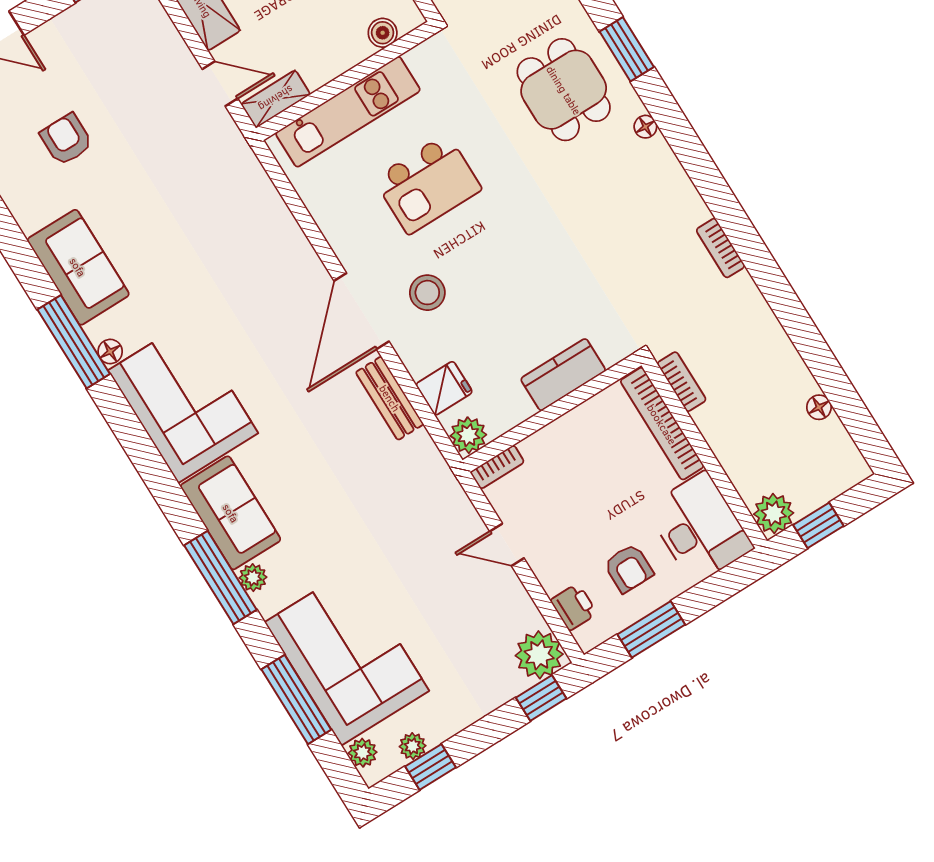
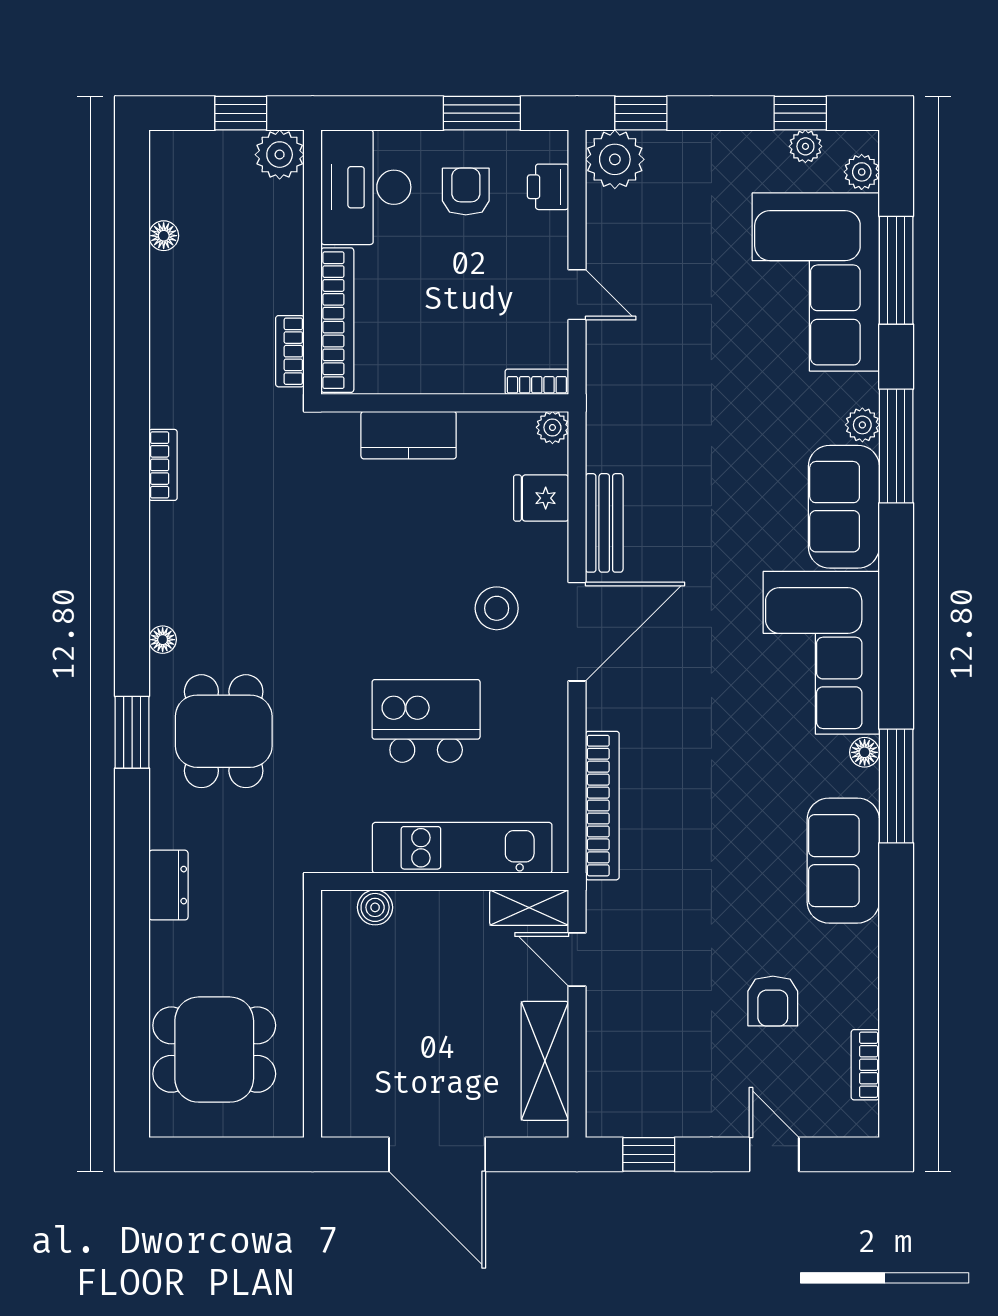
bookcase: (269, 201) -> (602, 806), added
plant: (468, 435) -> (552, 427), width x0.73, depth x0.73

